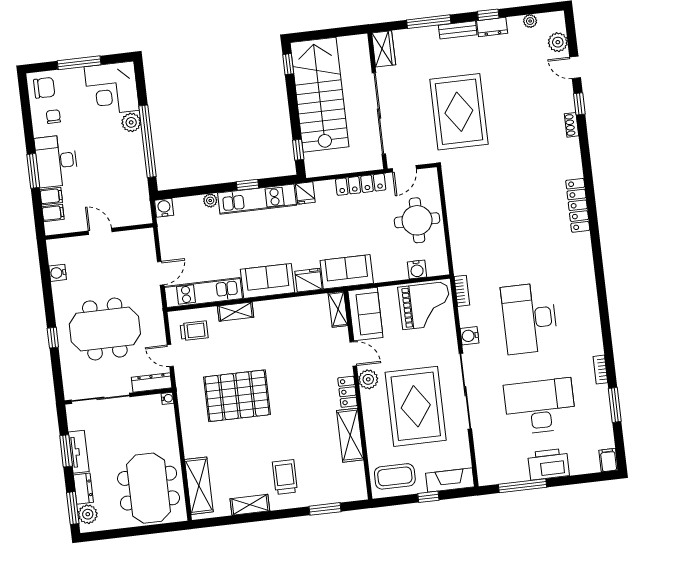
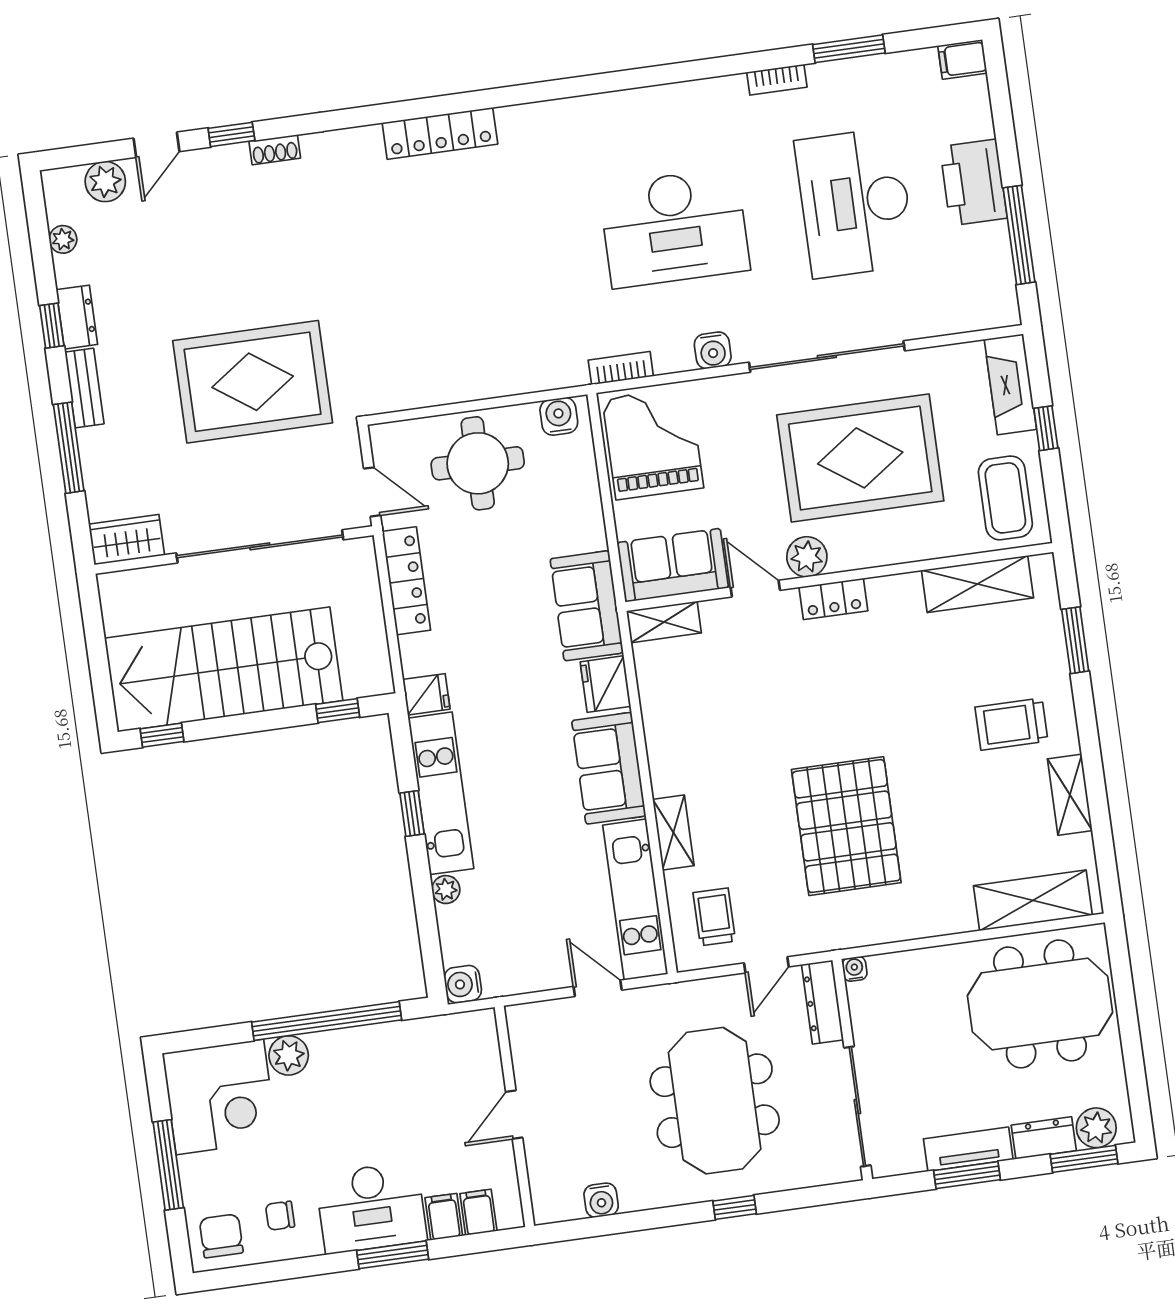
water cooler: (417, 269) -> (559, 416), moved, turned -90
door: (353, 354) -> (755, 589), hinge flipped
shelving: (350, 435) -> (977, 584), moved

